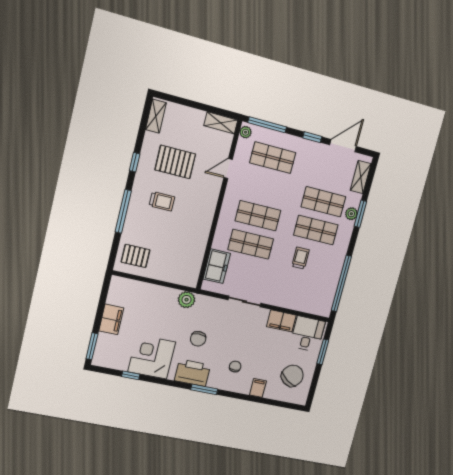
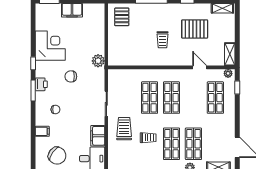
window: (267, 125) -> (237, 88), width x0.46
window: (312, 137) -> (237, 123), removed
pallet: (175, 162) -> (195, 29), turned 90
trolley: (162, 201) -> (163, 40), moved
freezer: (217, 266) -> (128, 77), removed
trolley: (281, 286) -> (124, 129), added
printer: (193, 373) -> (41, 84), width x0.53, depth x0.68
window: (131, 375) -> (33, 63), moved

